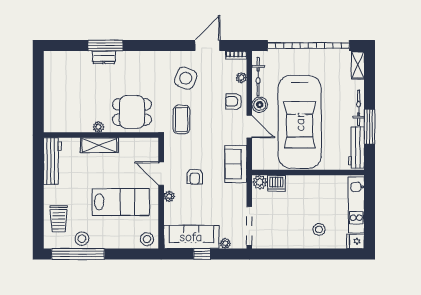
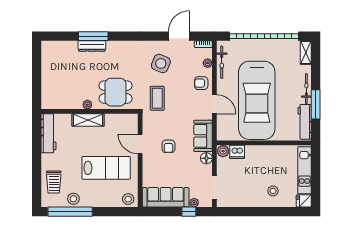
dresser: (104, 57) -> (92, 46), width x1.44
boiler: (260, 105) -> (223, 86), removed
floor lamp: (240, 191) -> (206, 158), added
plant: (169, 196) -> (147, 163), removed
doorway: (249, 226) -> (214, 188), width x0.73
window: (202, 254) -> (189, 212), moved

